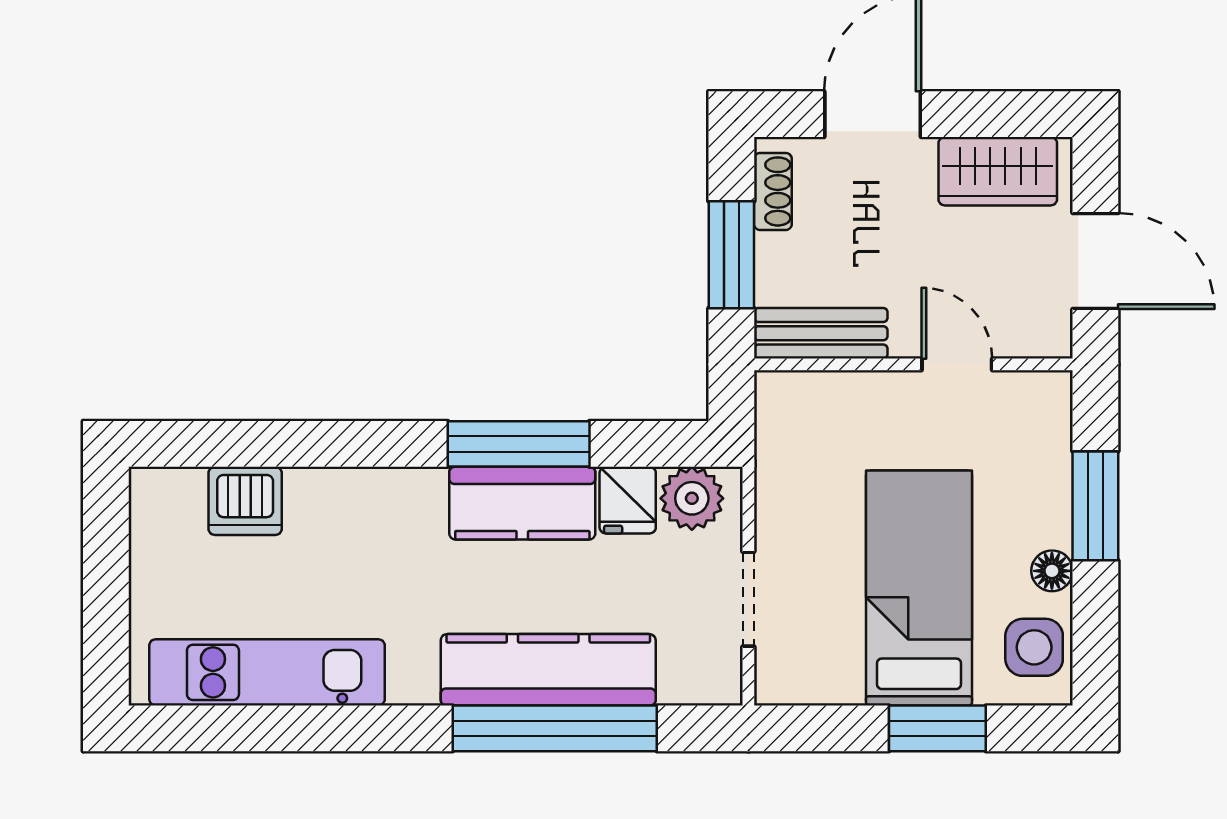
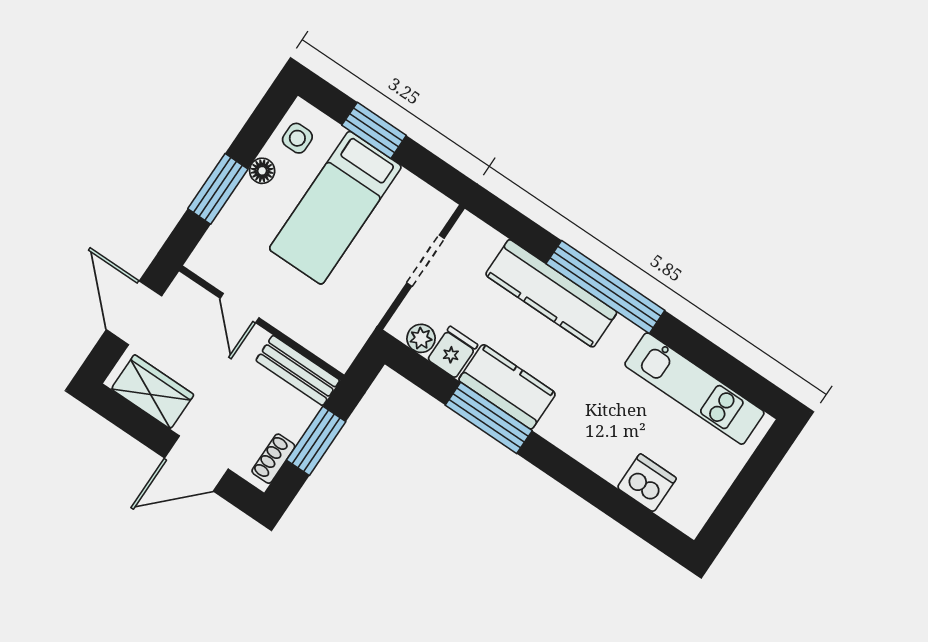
plant: (692, 498) -> (421, 338), width x0.73, depth x0.73
side table: (1034, 647) -> (297, 138), width x0.73, depth x0.73
window: (555, 728) -> (605, 287), moved

